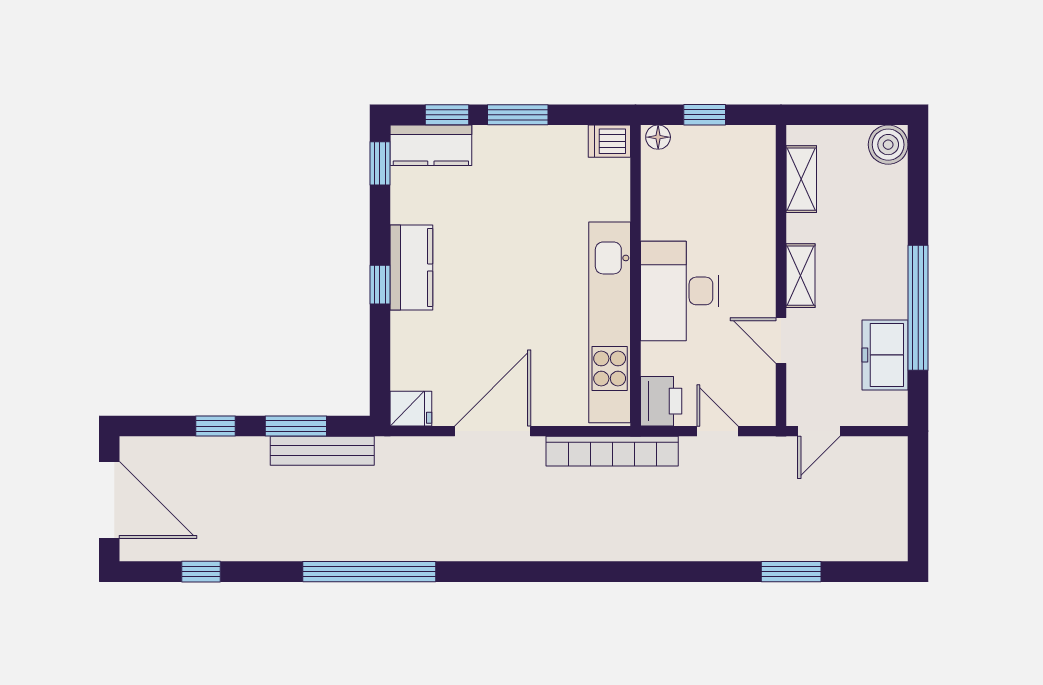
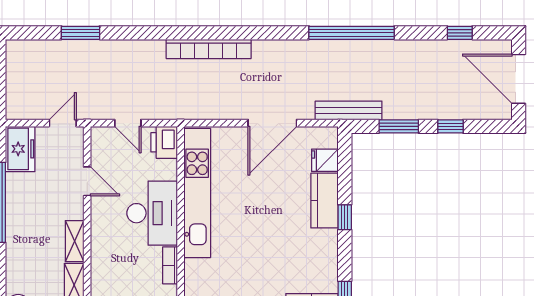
bookcase: (652, 210) -> (170, 265), added
kitchen counter: (411, 267) -> (325, 201), moved
shelving: (800, 276) -> (75, 241), moved
freezer: (885, 355) -> (20, 149), moved
fridge: (411, 409) -> (325, 160), moved
bench: (322, 451) -> (349, 110), moved
bookcase: (612, 451) -> (209, 49), moved, turned 180

